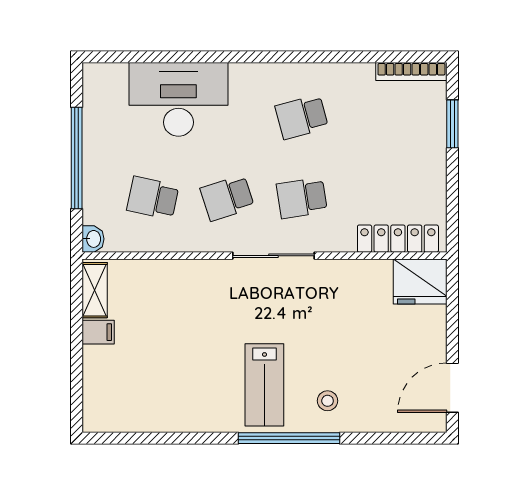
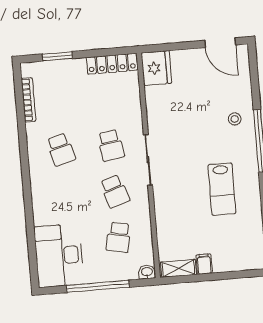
bookcase: (411, 71) -> (28, 100), moved
desk: (178, 99) -> (59, 255), moved
locker: (398, 239) -> (112, 64), moved, turned -90
lab bench: (264, 385) -> (222, 189), moved, turned 90

